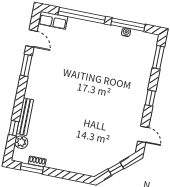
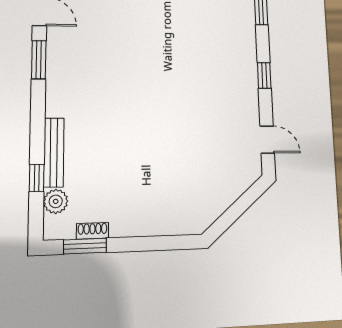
window: (116, 169) -> (236, 211), removed

